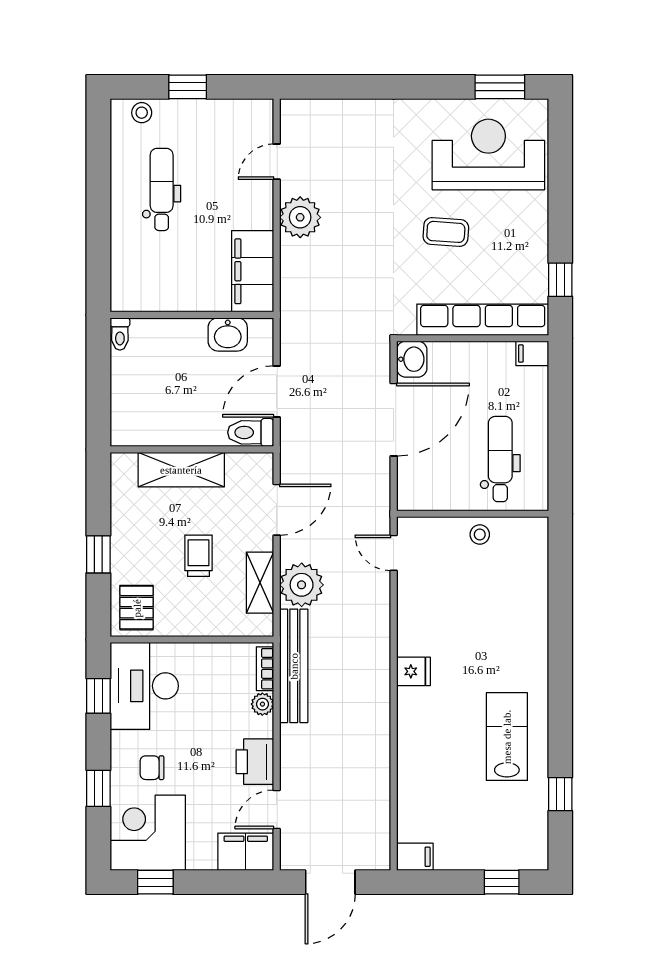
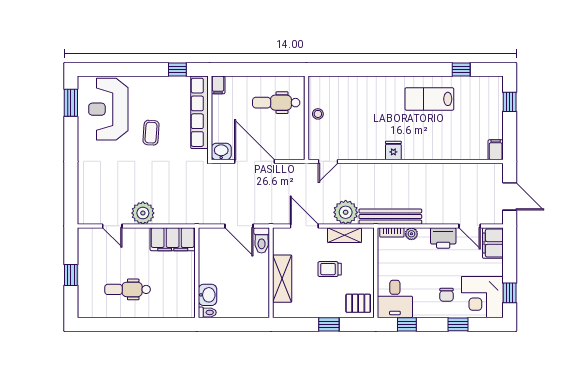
stool: (142, 113) -> (85, 300), removed
washbasin: (228, 334) -> (208, 295), moved
desk: (144, 686) -> (395, 299), width x0.73

